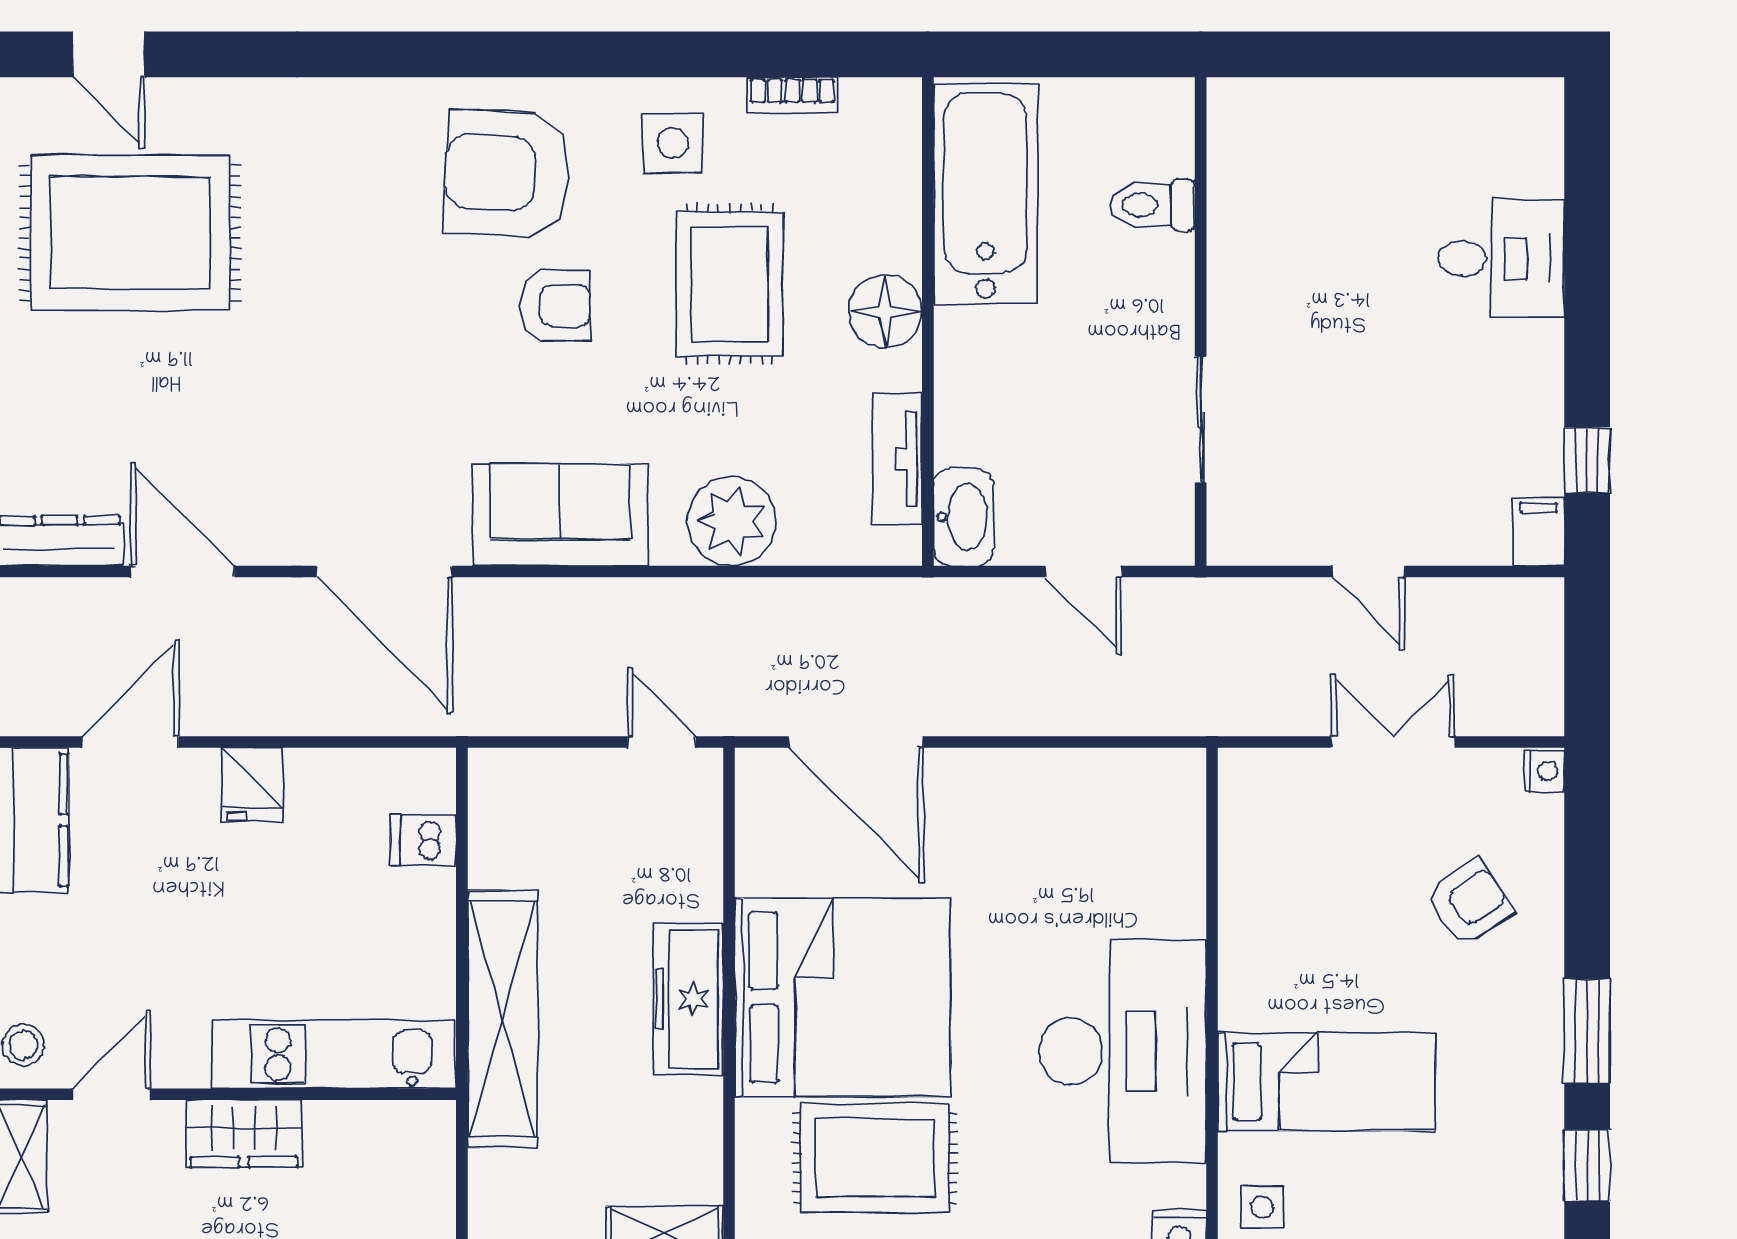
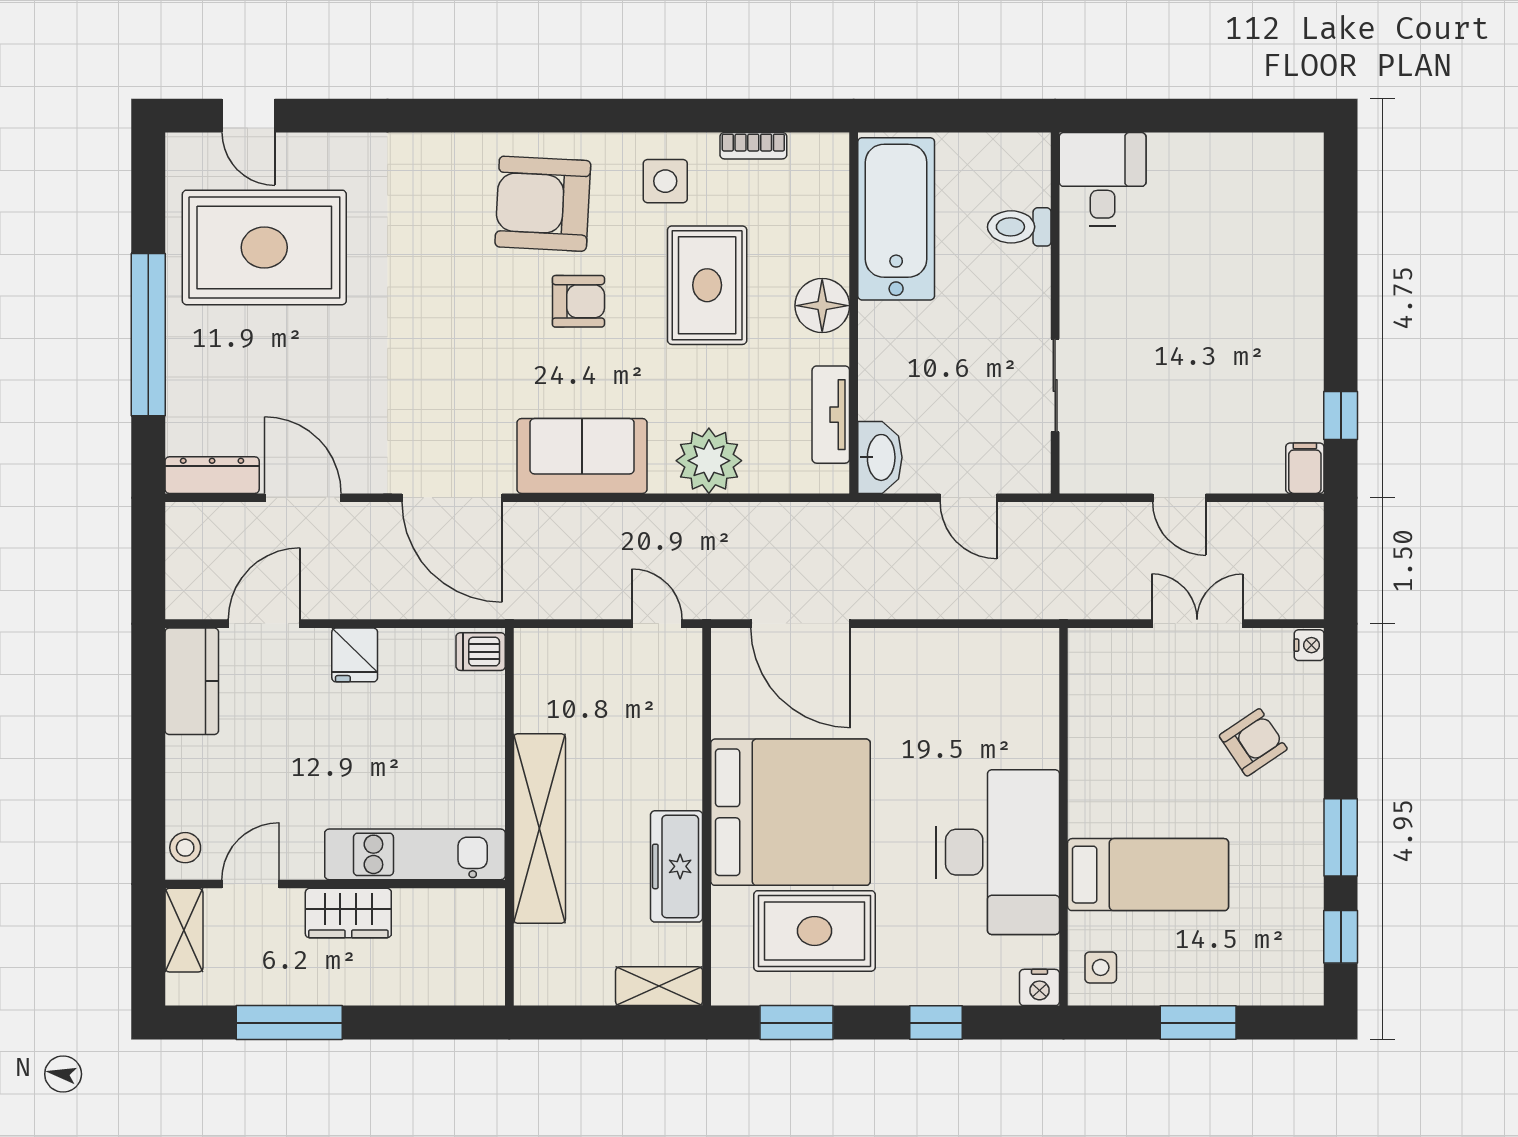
desk: (1501, 258) -> (1103, 179), moved, turned -90
dishwasher: (423, 840) -> (481, 652), moved
freezer: (688, 999) -> (677, 866), moved

